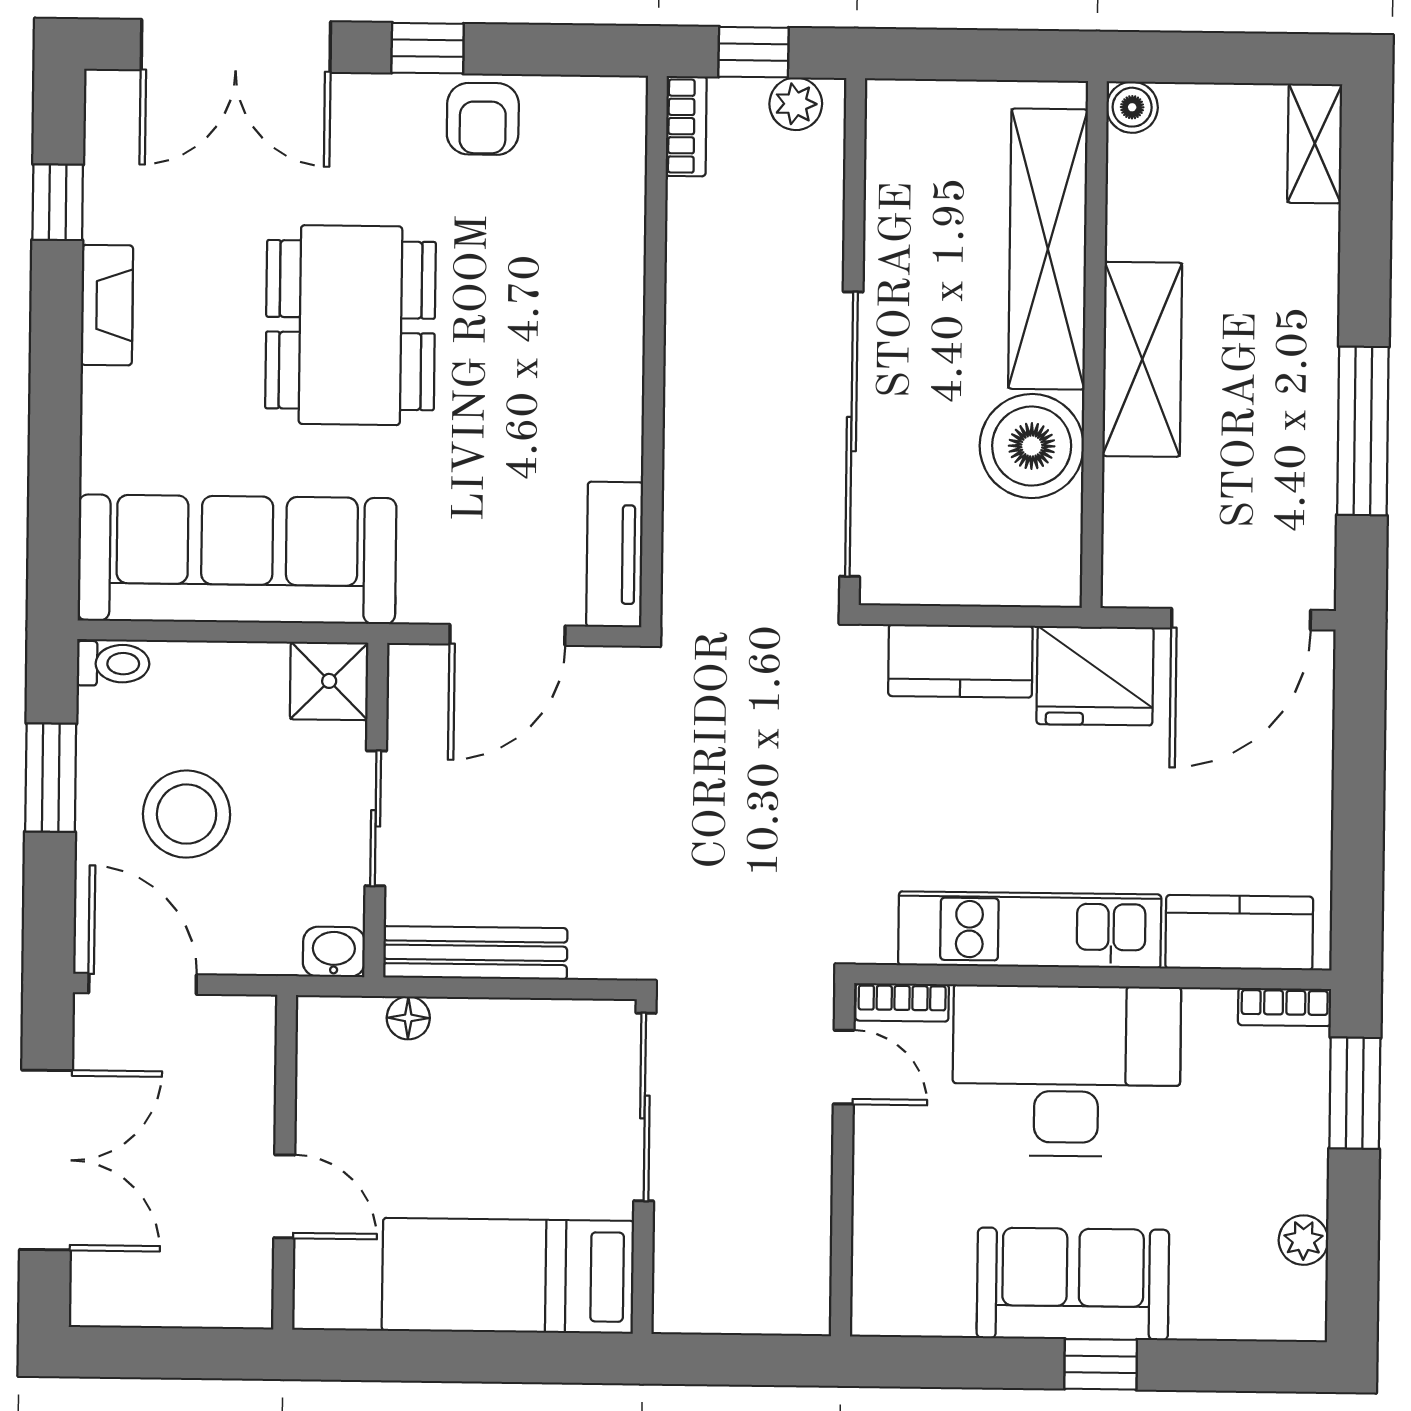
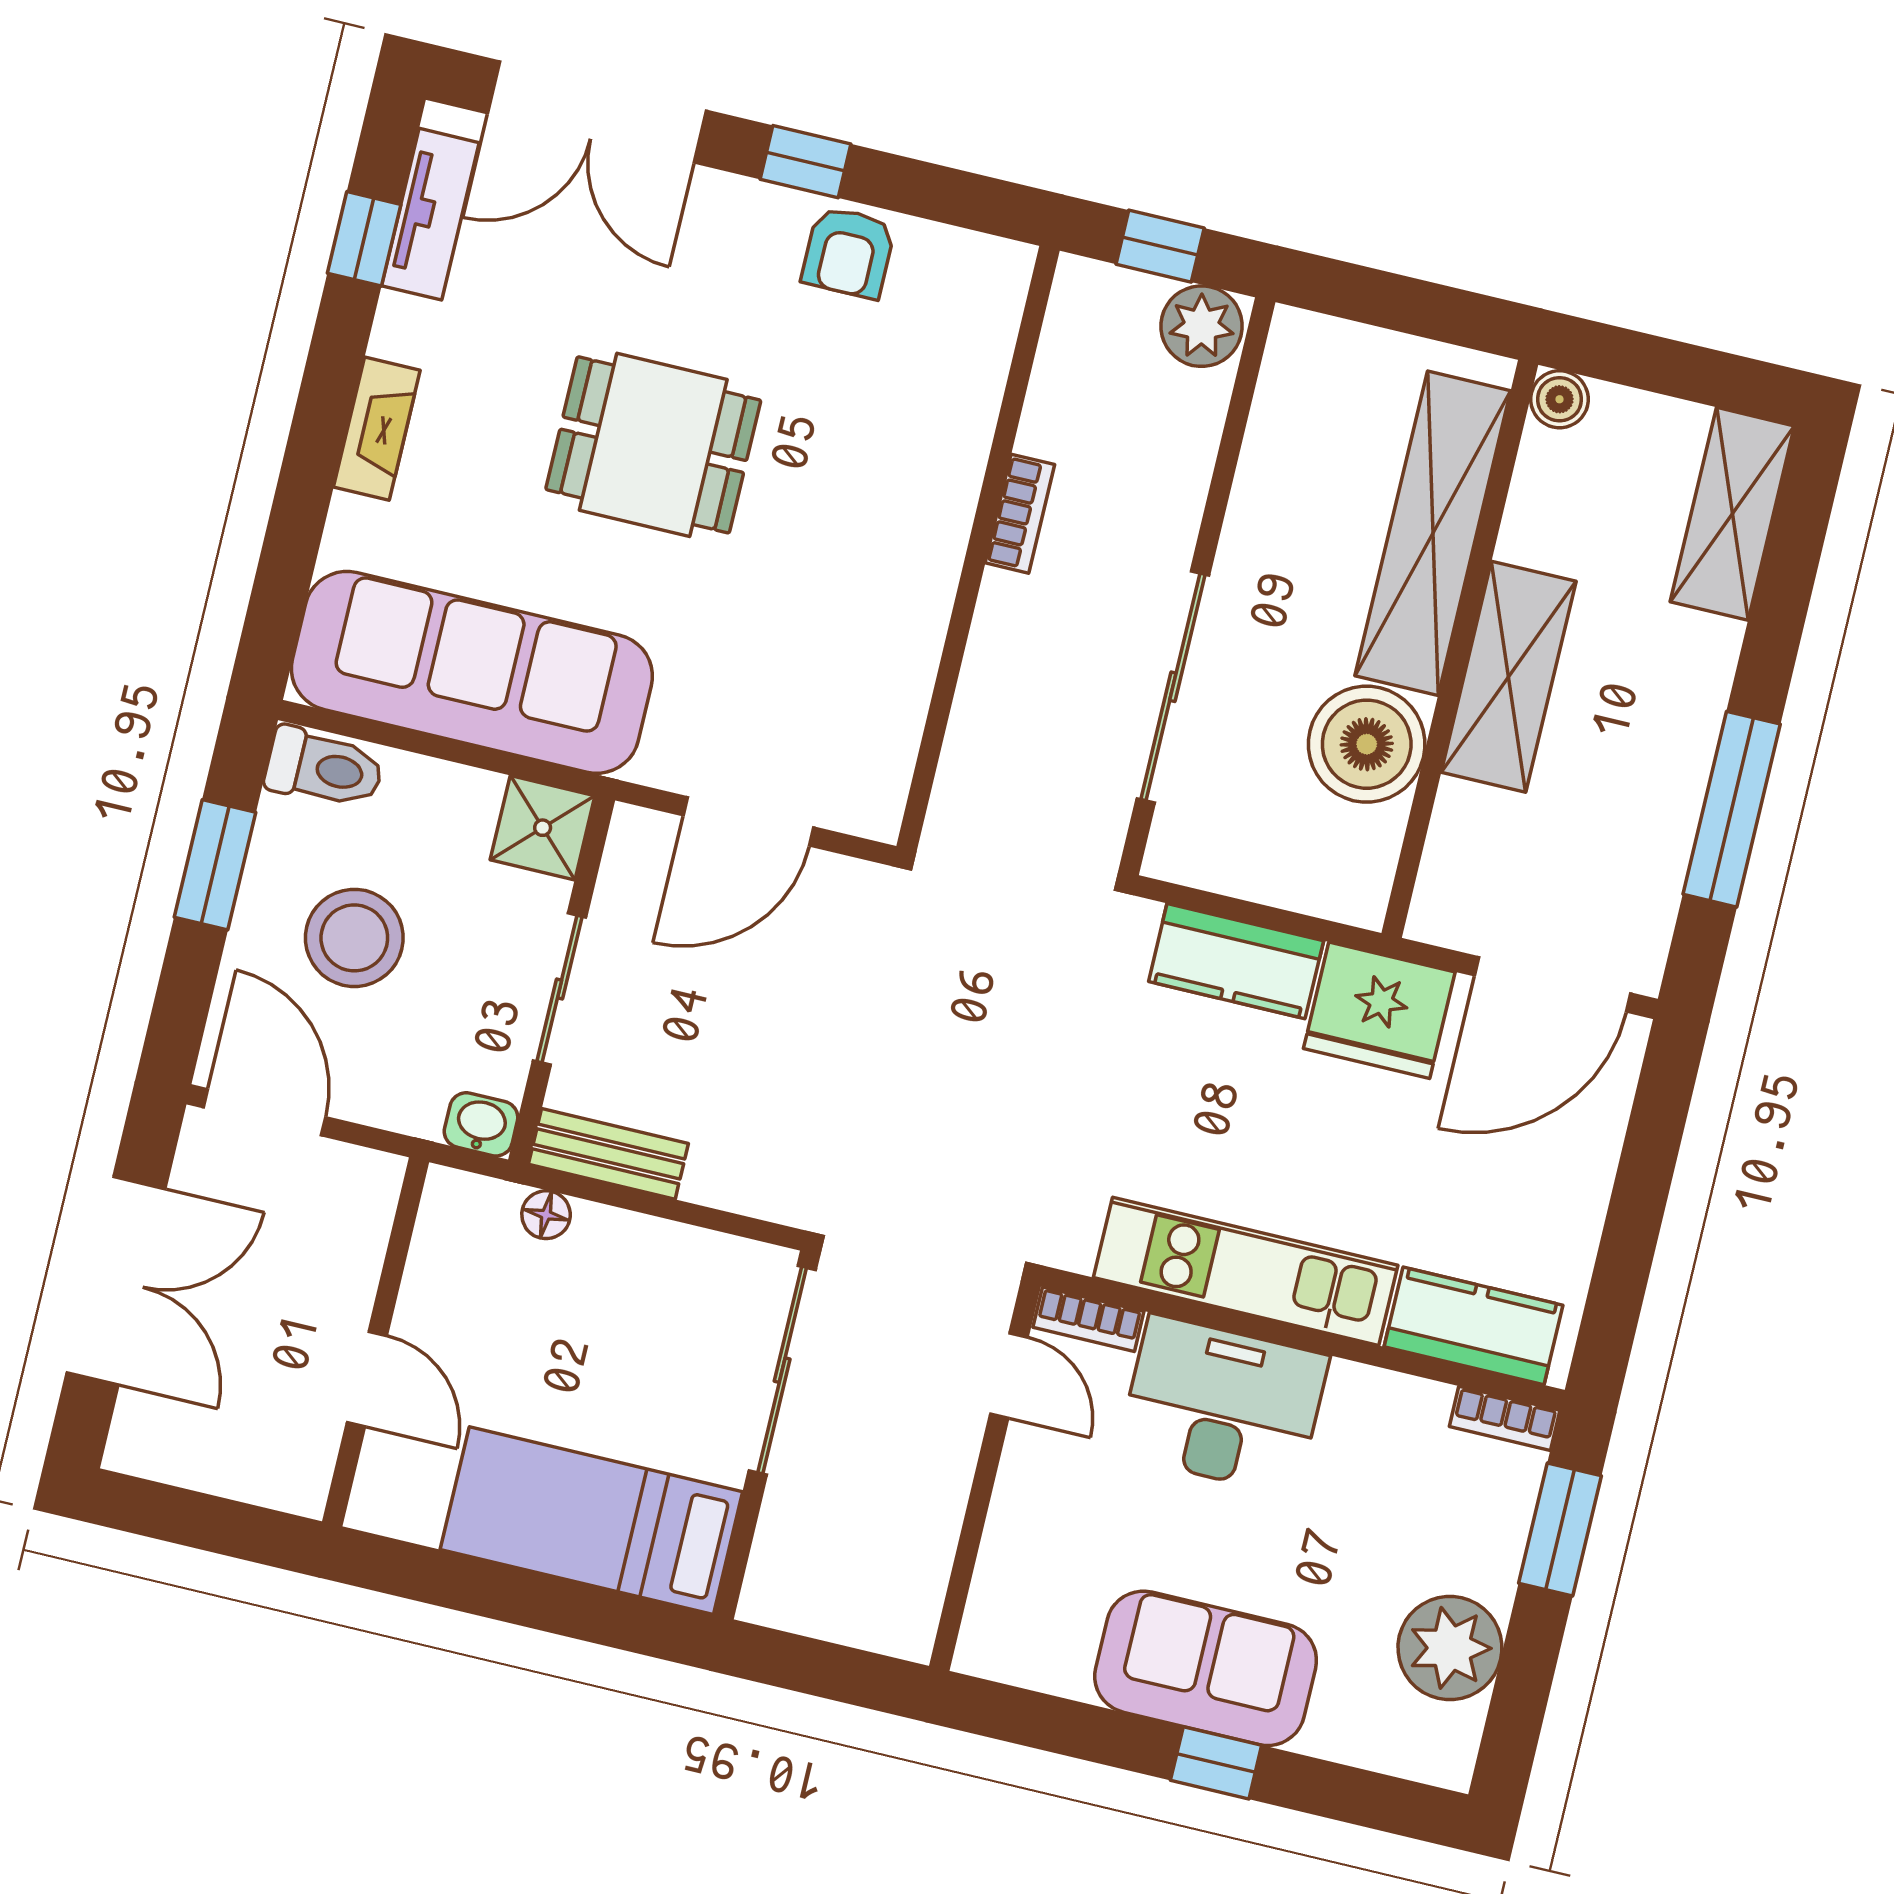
plant: (796, 104) -> (1202, 326), width x1.38, depth x1.38
bookcase: (686, 126) -> (1020, 514), moved
shelving: (1315, 143) -> (1732, 514), width x1.50, depth x1.33
fireplace: (107, 305) -> (377, 429), moved
dining table: (350, 325) -> (653, 445), width x0.73
sliding door: (851, 434) -> (1173, 687), width x0.73
tv unit: (615, 554) -> (430, 214), moved, turned 180
toilet: (113, 664) -> (324, 768), width x1.37, depth x1.39
bench: (475, 953) -> (608, 1154), width x0.73
desk: (1066, 1071) -> (1223, 1405), width x0.73, depth x0.77
plant: (1303, 1240) -> (1450, 1648), width x1.88, depth x1.88

